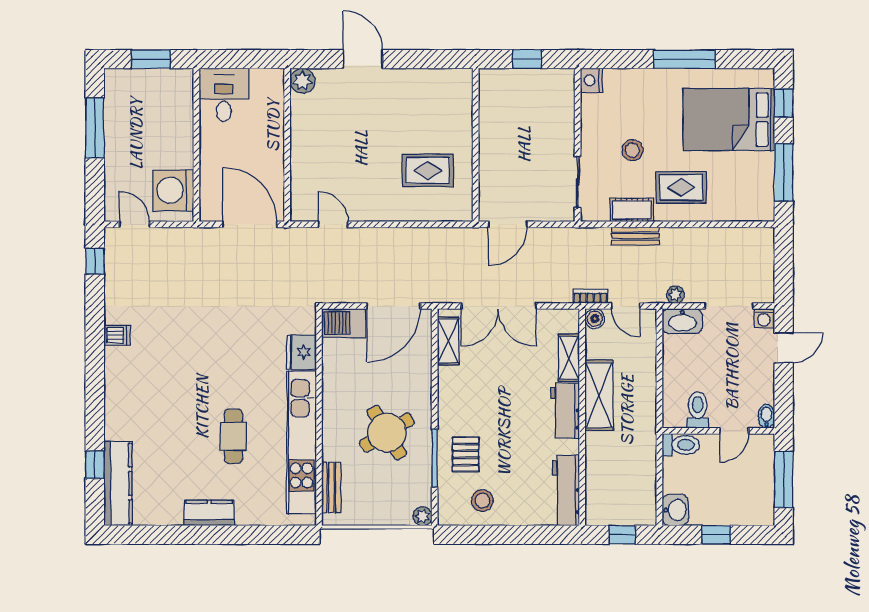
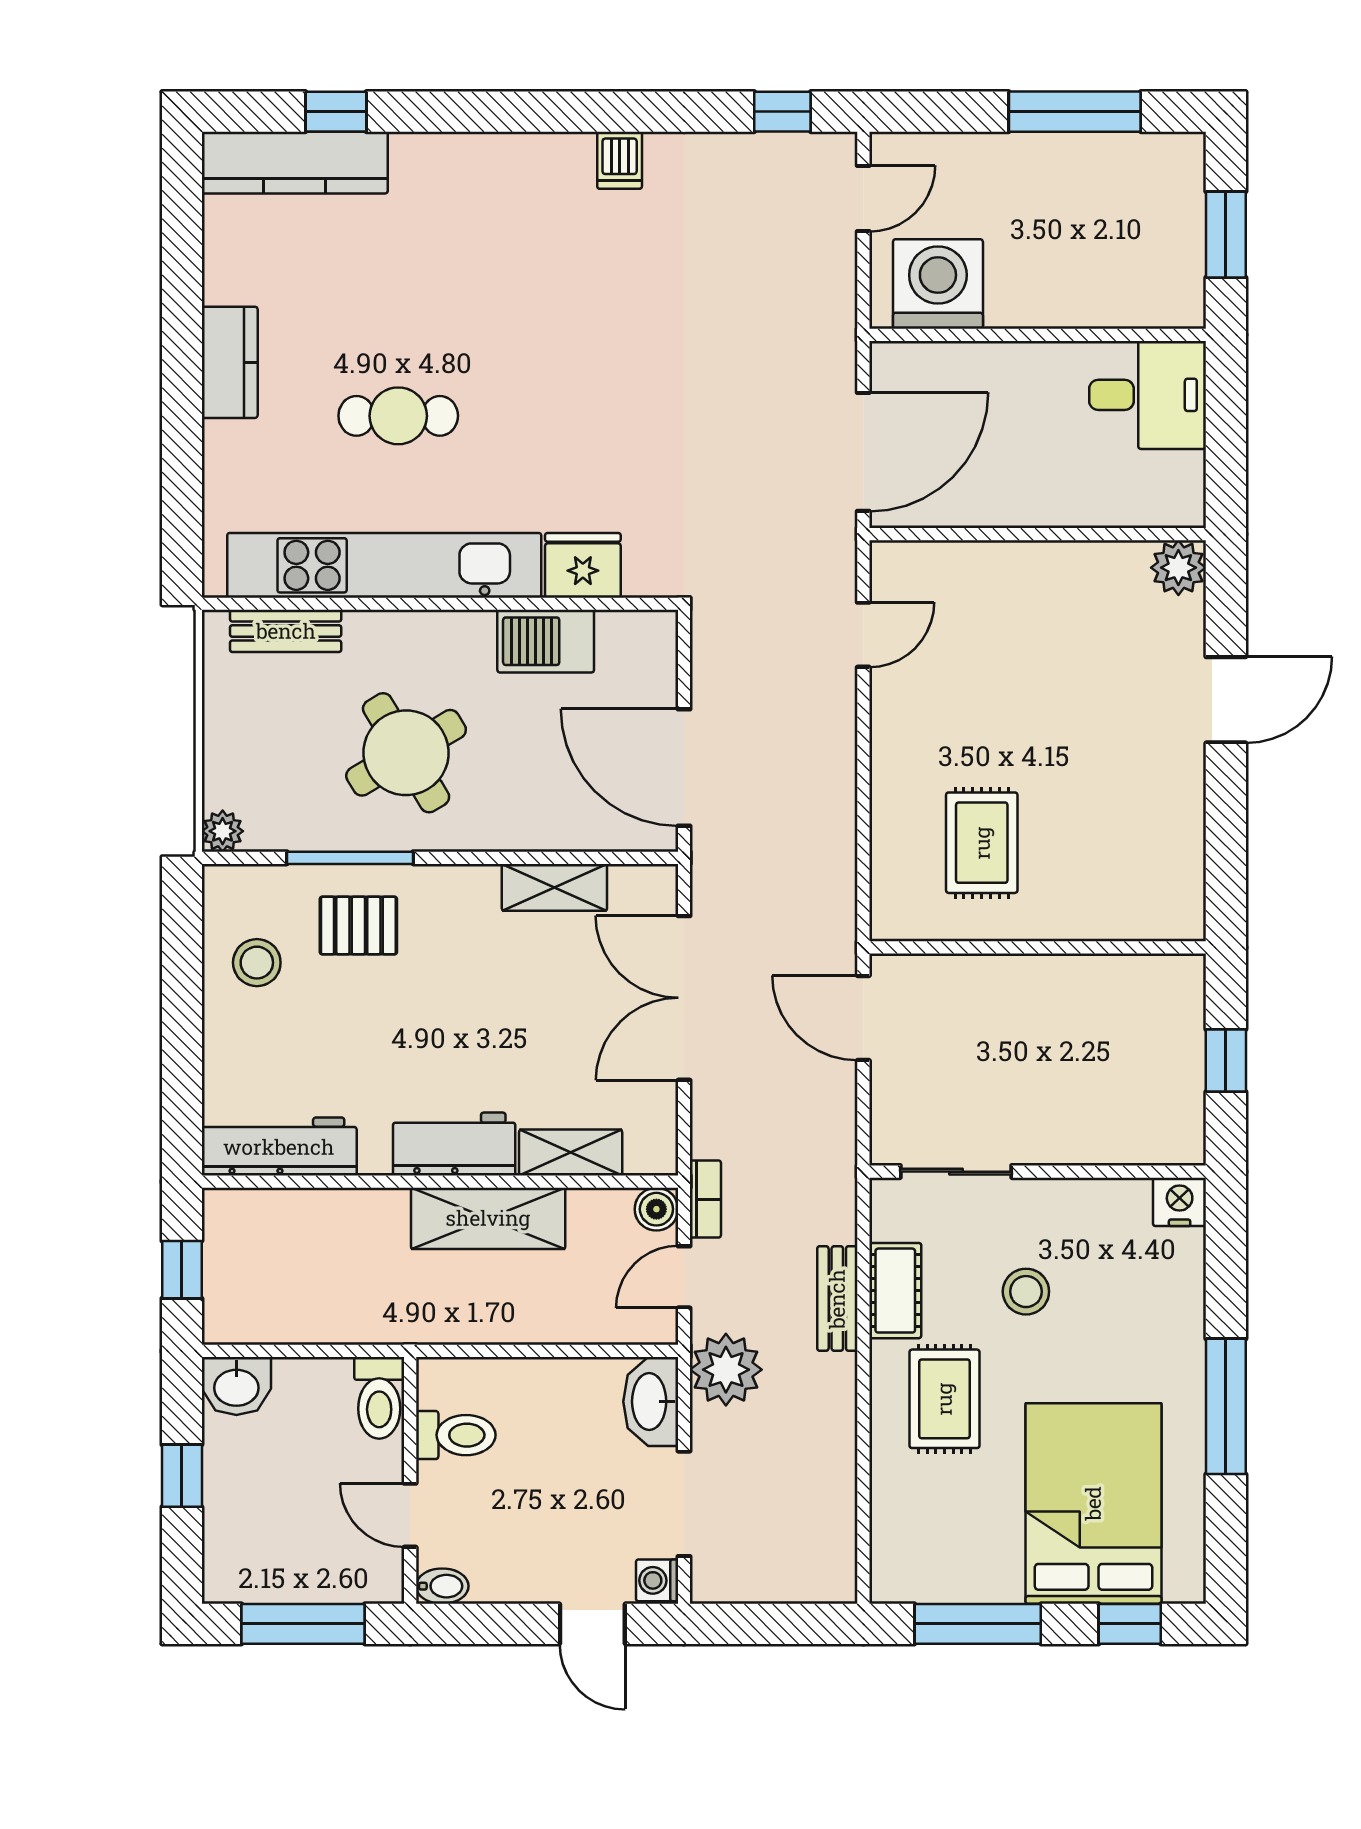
plant: (675, 295) -> (726, 1370), width x1.87, depth x1.87
barbecue: (344, 323) -> (546, 641), moved, turned -90
shelving: (448, 341) -> (554, 887), moved

